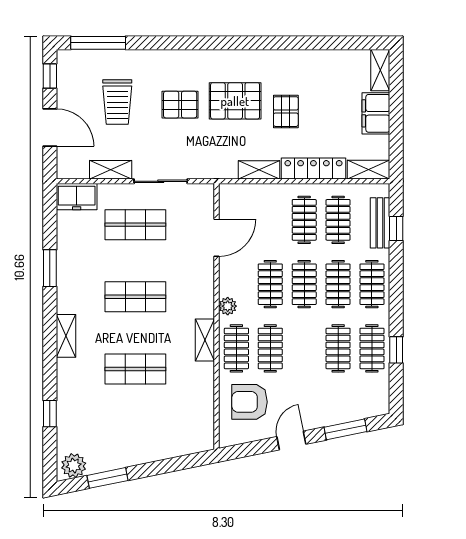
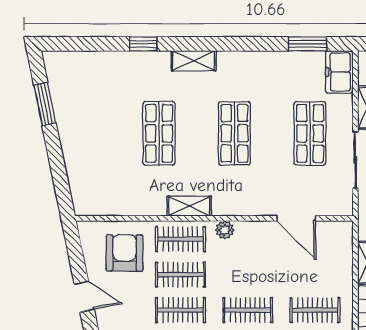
window: (50, 268) -> (308, 44), moved
clothes rail: (270, 284) -> (180, 310), moved
window: (50, 414) -> (143, 44), moved
plant: (74, 466) -> (58, 69), removed

